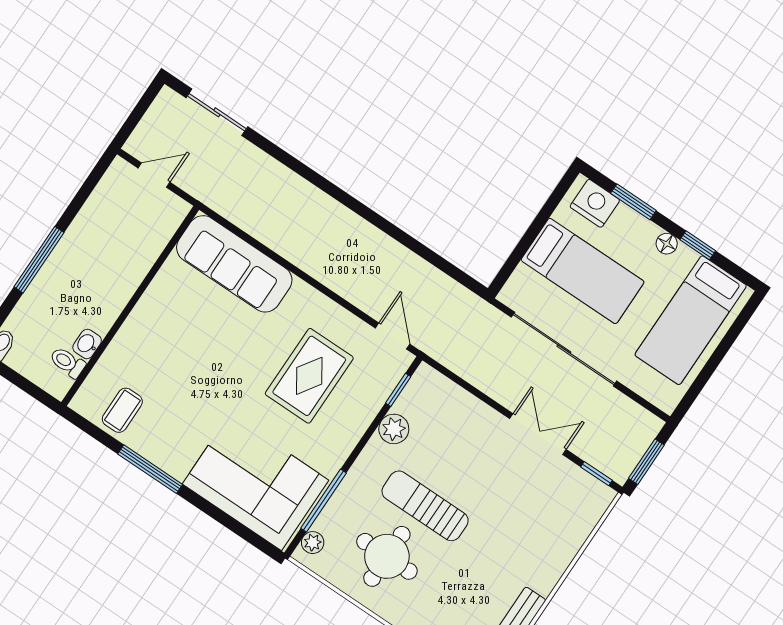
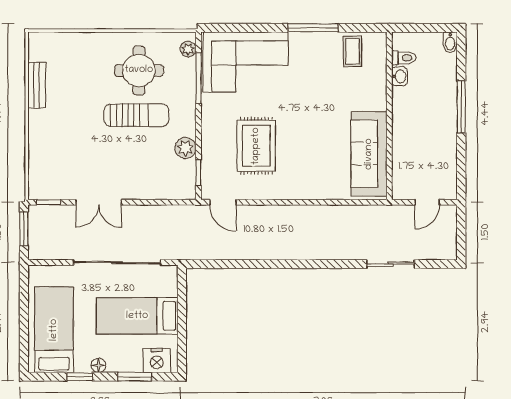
sliding door: (217, 112) -> (390, 264), moved
sofa: (234, 264) -> (369, 154), moved, turned -90

